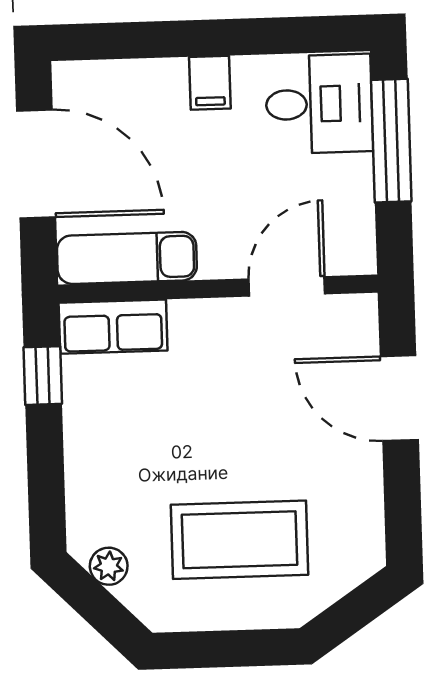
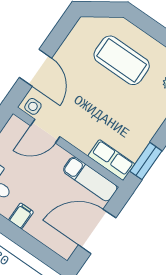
door: (36, 164) -> (97, 231), hinge flipped
side table: (348, 318) -> (33, 106), added
window: (43, 376) -> (146, 161), width x1.50

